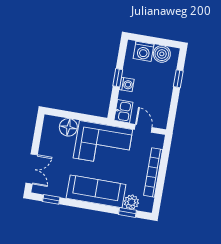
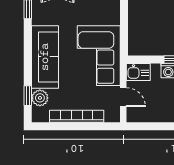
floor lamp: (68, 127) -> (110, 14), removed
door: (143, 128) -> (123, 97), hinge flipped

